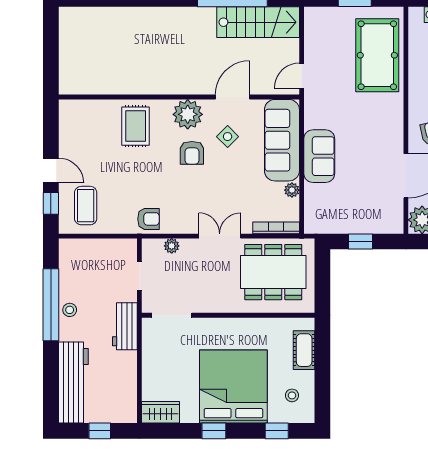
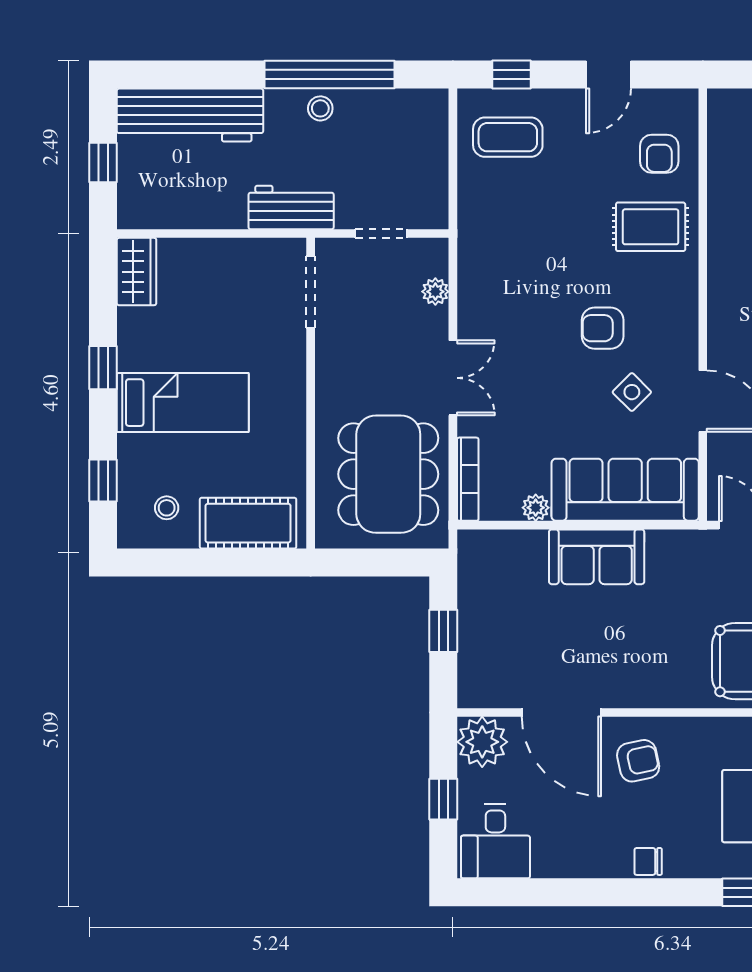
plant: (188, 114) -> (672, 320), removed
door: (51, 170) -> (608, 75), moved
armchair: (149, 219) -> (659, 154), moved
cot: (304, 350) -> (248, 523), width x1.37, depth x1.34
bed: (233, 386) -> (183, 403), width x0.49

